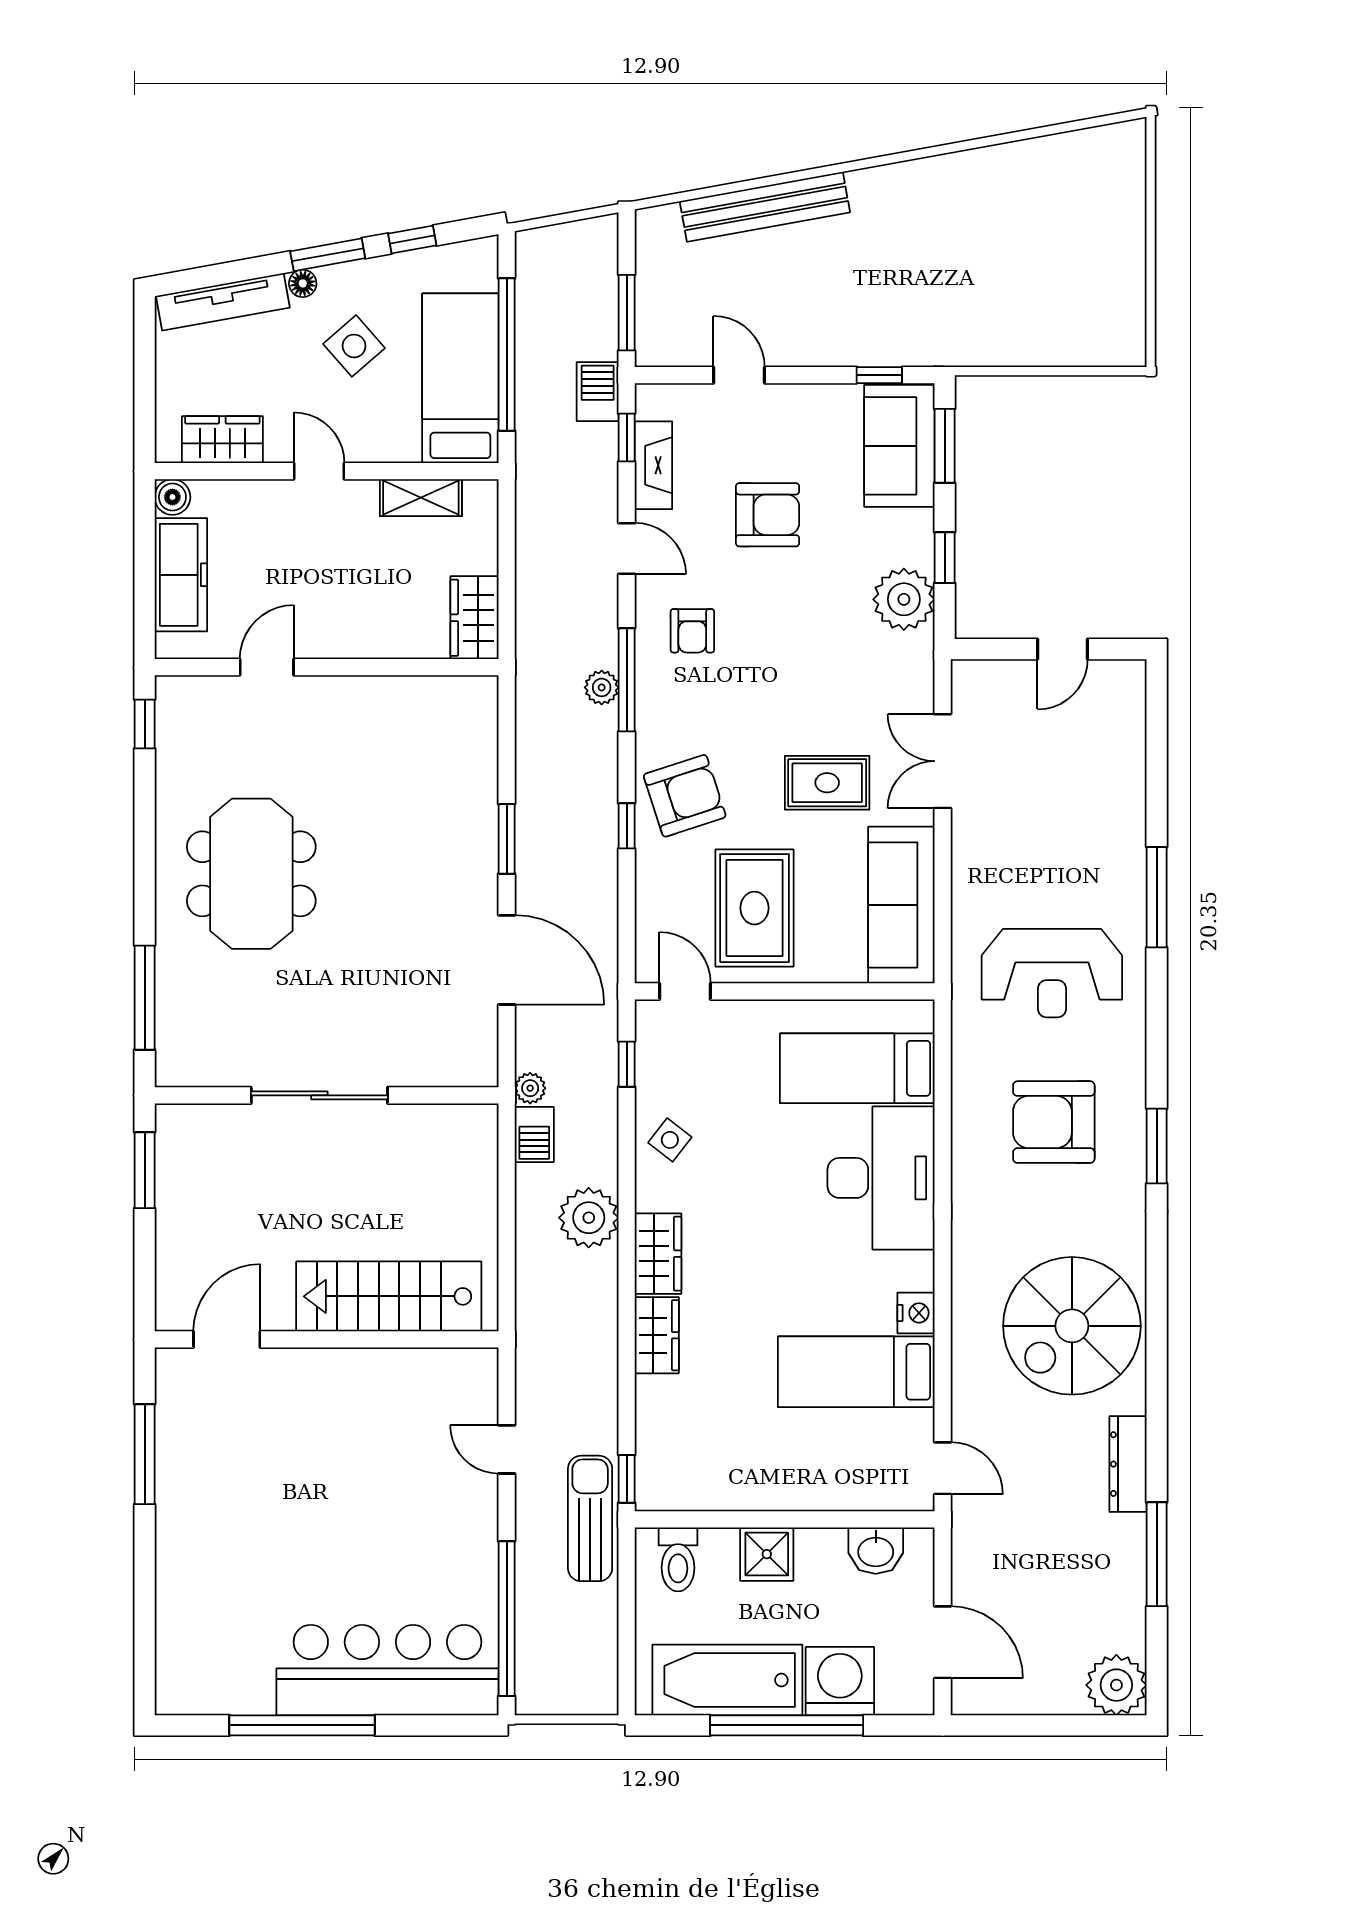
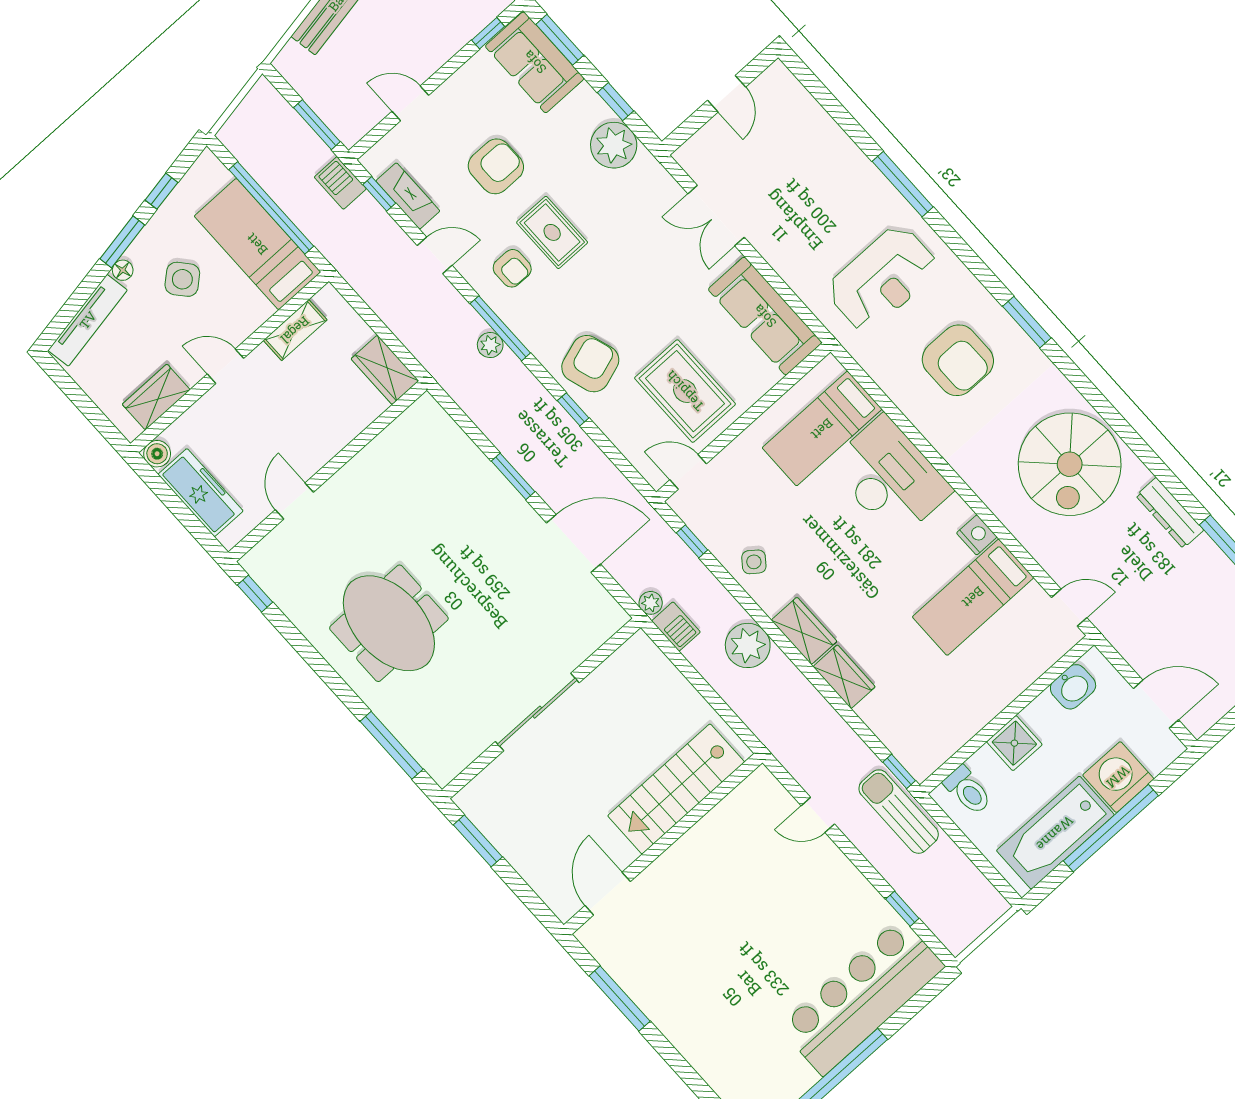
rug: (827, 783) -> (552, 232), moved, turned 90
armchair: (1054, 1122) -> (958, 360), turned -90
window: (507, 1619) -> (902, 909), width x0.32

